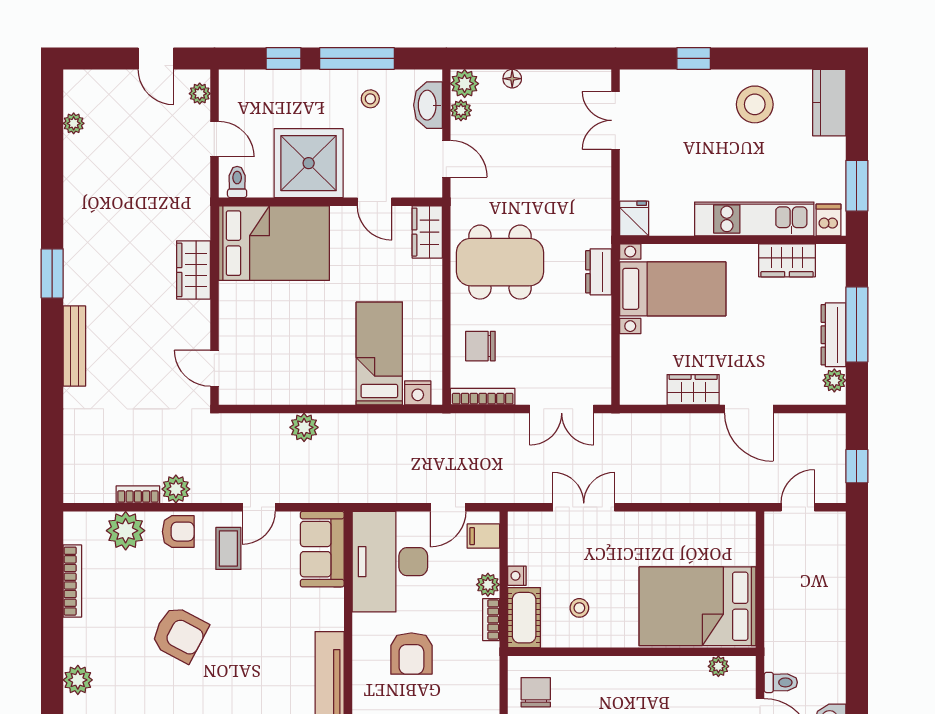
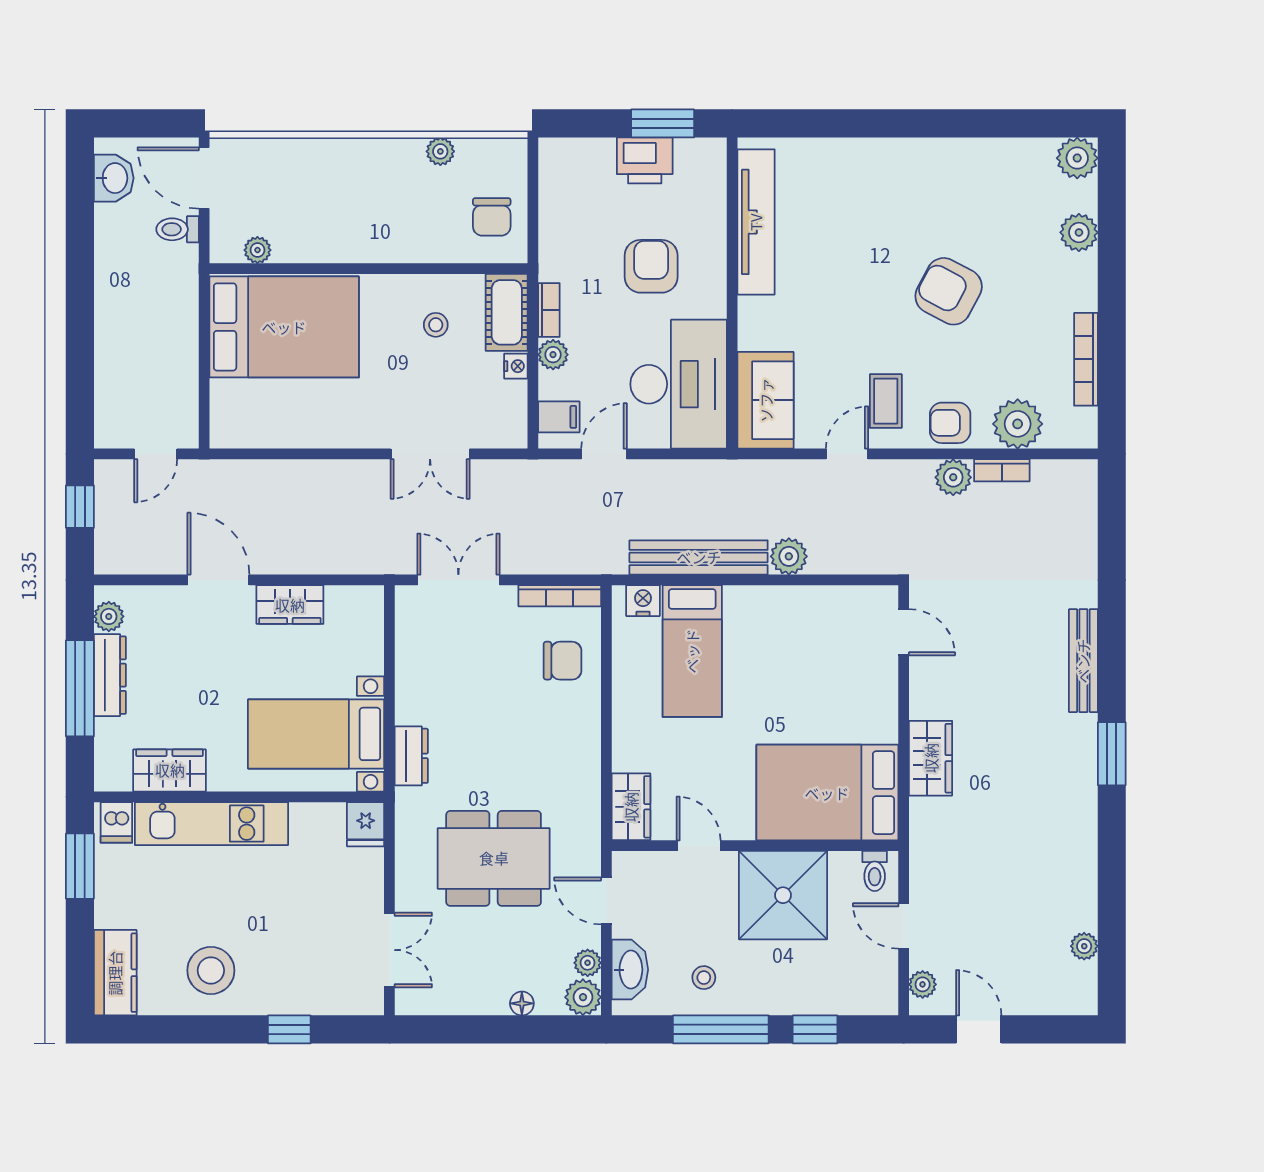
dining table: (500, 262) -> (494, 858), moved
bench: (374, 427) -> (699, 557), added

